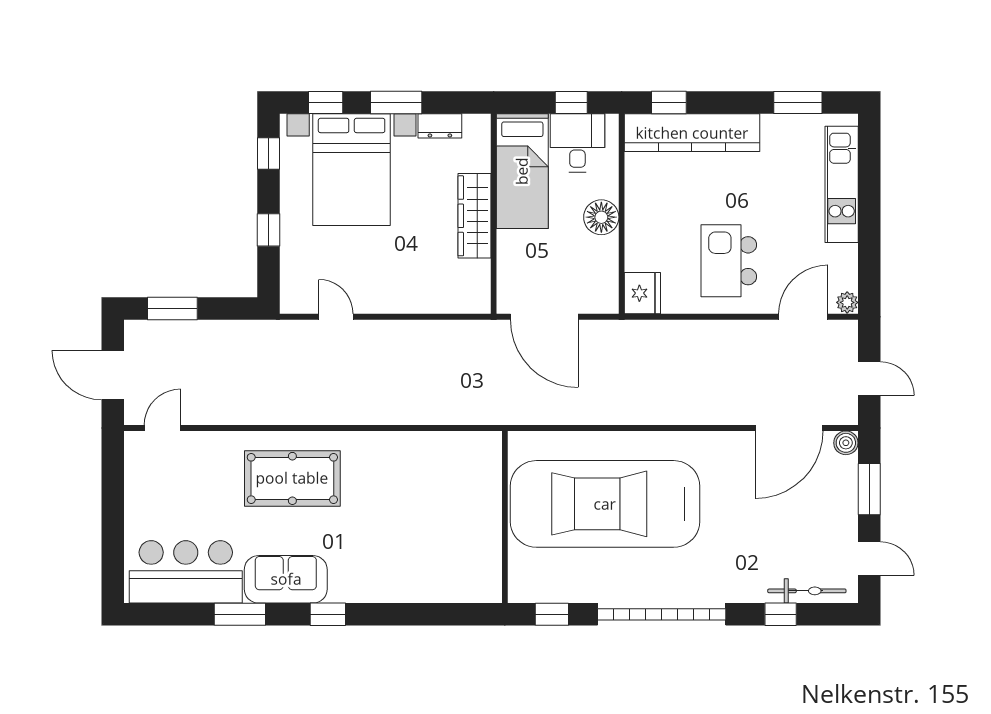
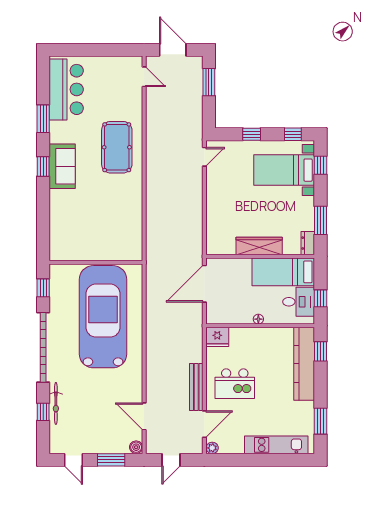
window: (396, 103) -> (320, 220), moved
dresser: (440, 126) -> (308, 243), moved
bed with nightstands: (352, 170) -> (284, 170), width x0.73
floor lamp: (601, 217) -> (258, 319), width x0.53, depth x0.53
kitchen island: (729, 261) -> (235, 384), turned 180
door: (336, 317) -> (204, 157), moved
door: (803, 317) -> (204, 424), hinge flipped
bench: (735, 332) -> (196, 387), added
door: (113, 375) -> (173, 50), hinge flipped
door: (789, 428) -> (144, 416), width x0.73
door: (869, 559) -> (73, 460), hinge flipped
sofa: (286, 579) -> (62, 166), moved
bicycle: (807, 591) -> (56, 403), moved

